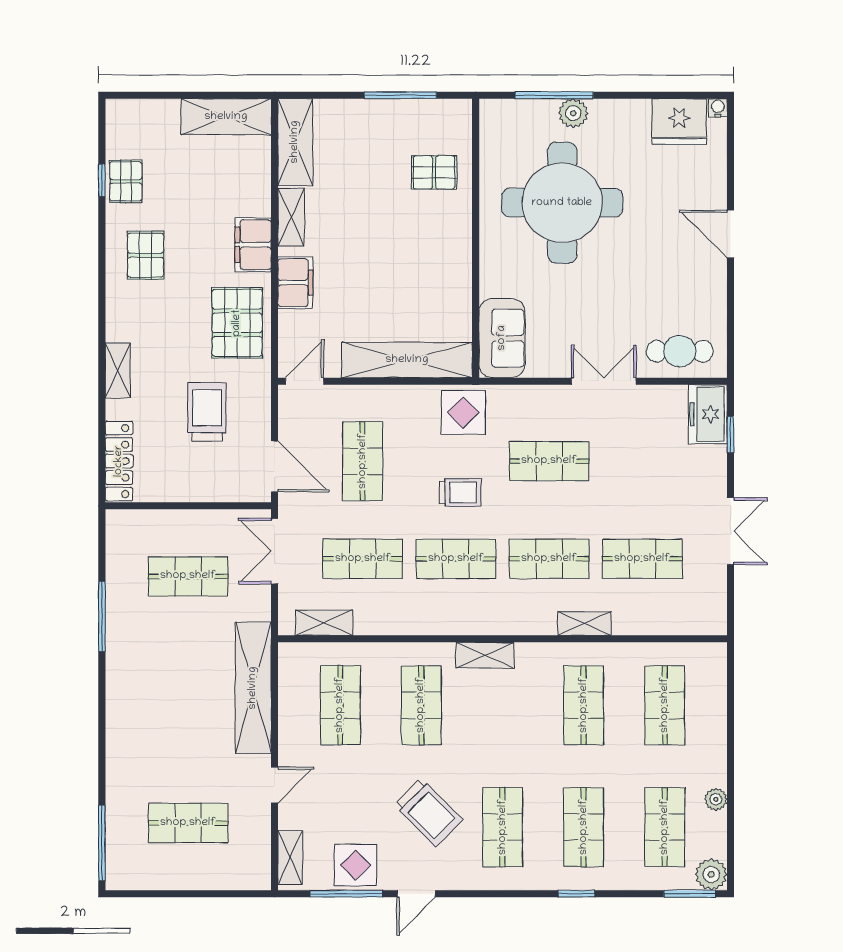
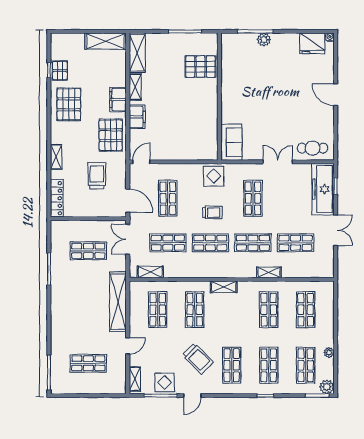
pallet: (434, 172) -> (200, 67), width x1.50, depth x1.42
round table: (562, 203) -> (259, 80), removed
pallet: (146, 255) -> (69, 104), width x1.50, depth x1.42
shelving: (407, 360) -> (188, 152), removed
freezer: (708, 414) -> (323, 189), width x1.91, depth x1.26
shop shelf: (549, 461) -> (253, 198), turned 90

